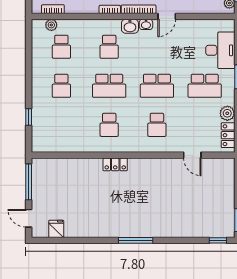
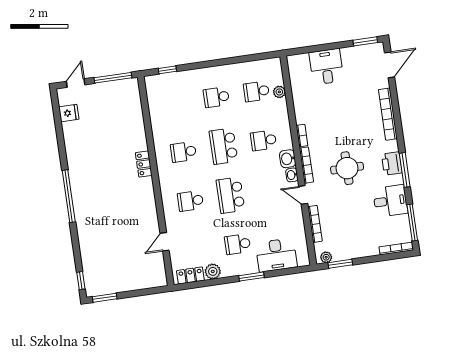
bookcase: (53, 9) -> (315, 224), moved, width x1.56
plant: (51, 25) -> (279, 92), moved
school desk: (205, 86) -> (238, 244), width x0.54
window: (29, 117) -> (167, 70), moved
window: (136, 240) -> (69, 196), width x1.46

